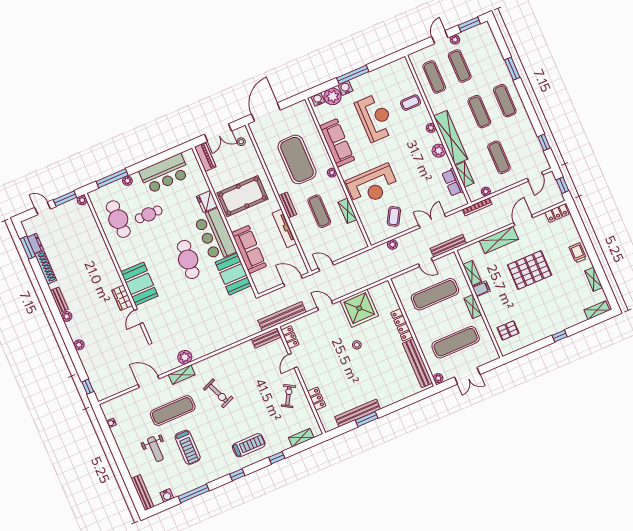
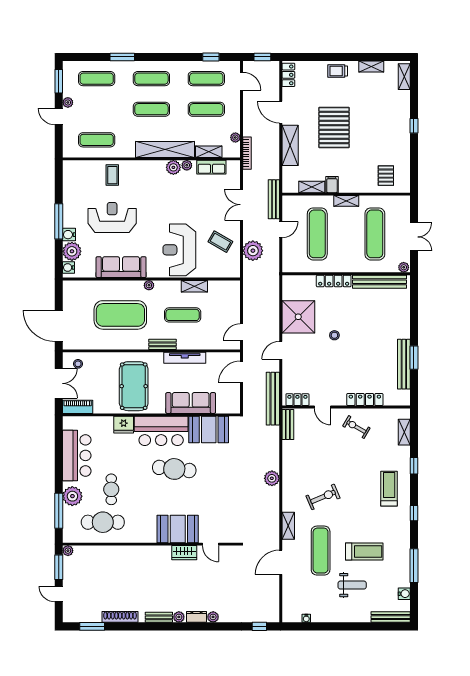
exercise mat: (460, 66) -> (97, 79), moved
plant: (431, 128) -> (187, 165), moved
exercise mat: (524, 146) -> (206, 79), added
plant: (127, 181) -> (72, 496), width x1.88, depth x1.88
reception desk: (372, 185) -> (179, 250), turned 180
door: (43, 208) -> (59, 594), hinge flipped
dresser: (35, 243) -> (196, 617), moved
plant: (392, 245) -> (253, 251), width x1.87, depth x1.87
plant: (185, 357) -> (272, 478), moved
locker: (317, 399) -> (365, 399), width x1.53

